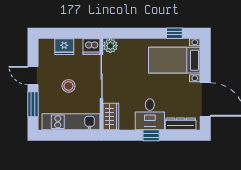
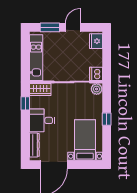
window: (174, 33) -> (107, 119), moved
fridge: (64, 47) -> (96, 41), moved
stool: (69, 86) -> (65, 56), removed
window: (151, 135) -> (25, 103), moved

